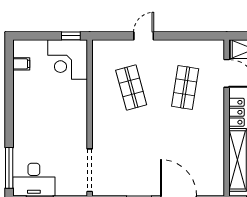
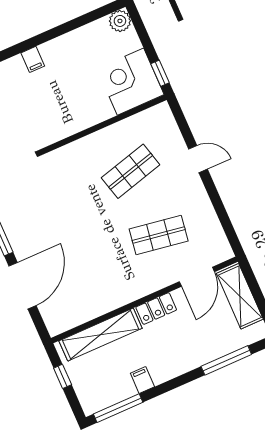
plant: (21, 48) -> (120, 21), added
filing cabinet: (21, 64) -> (33, 59), moved

